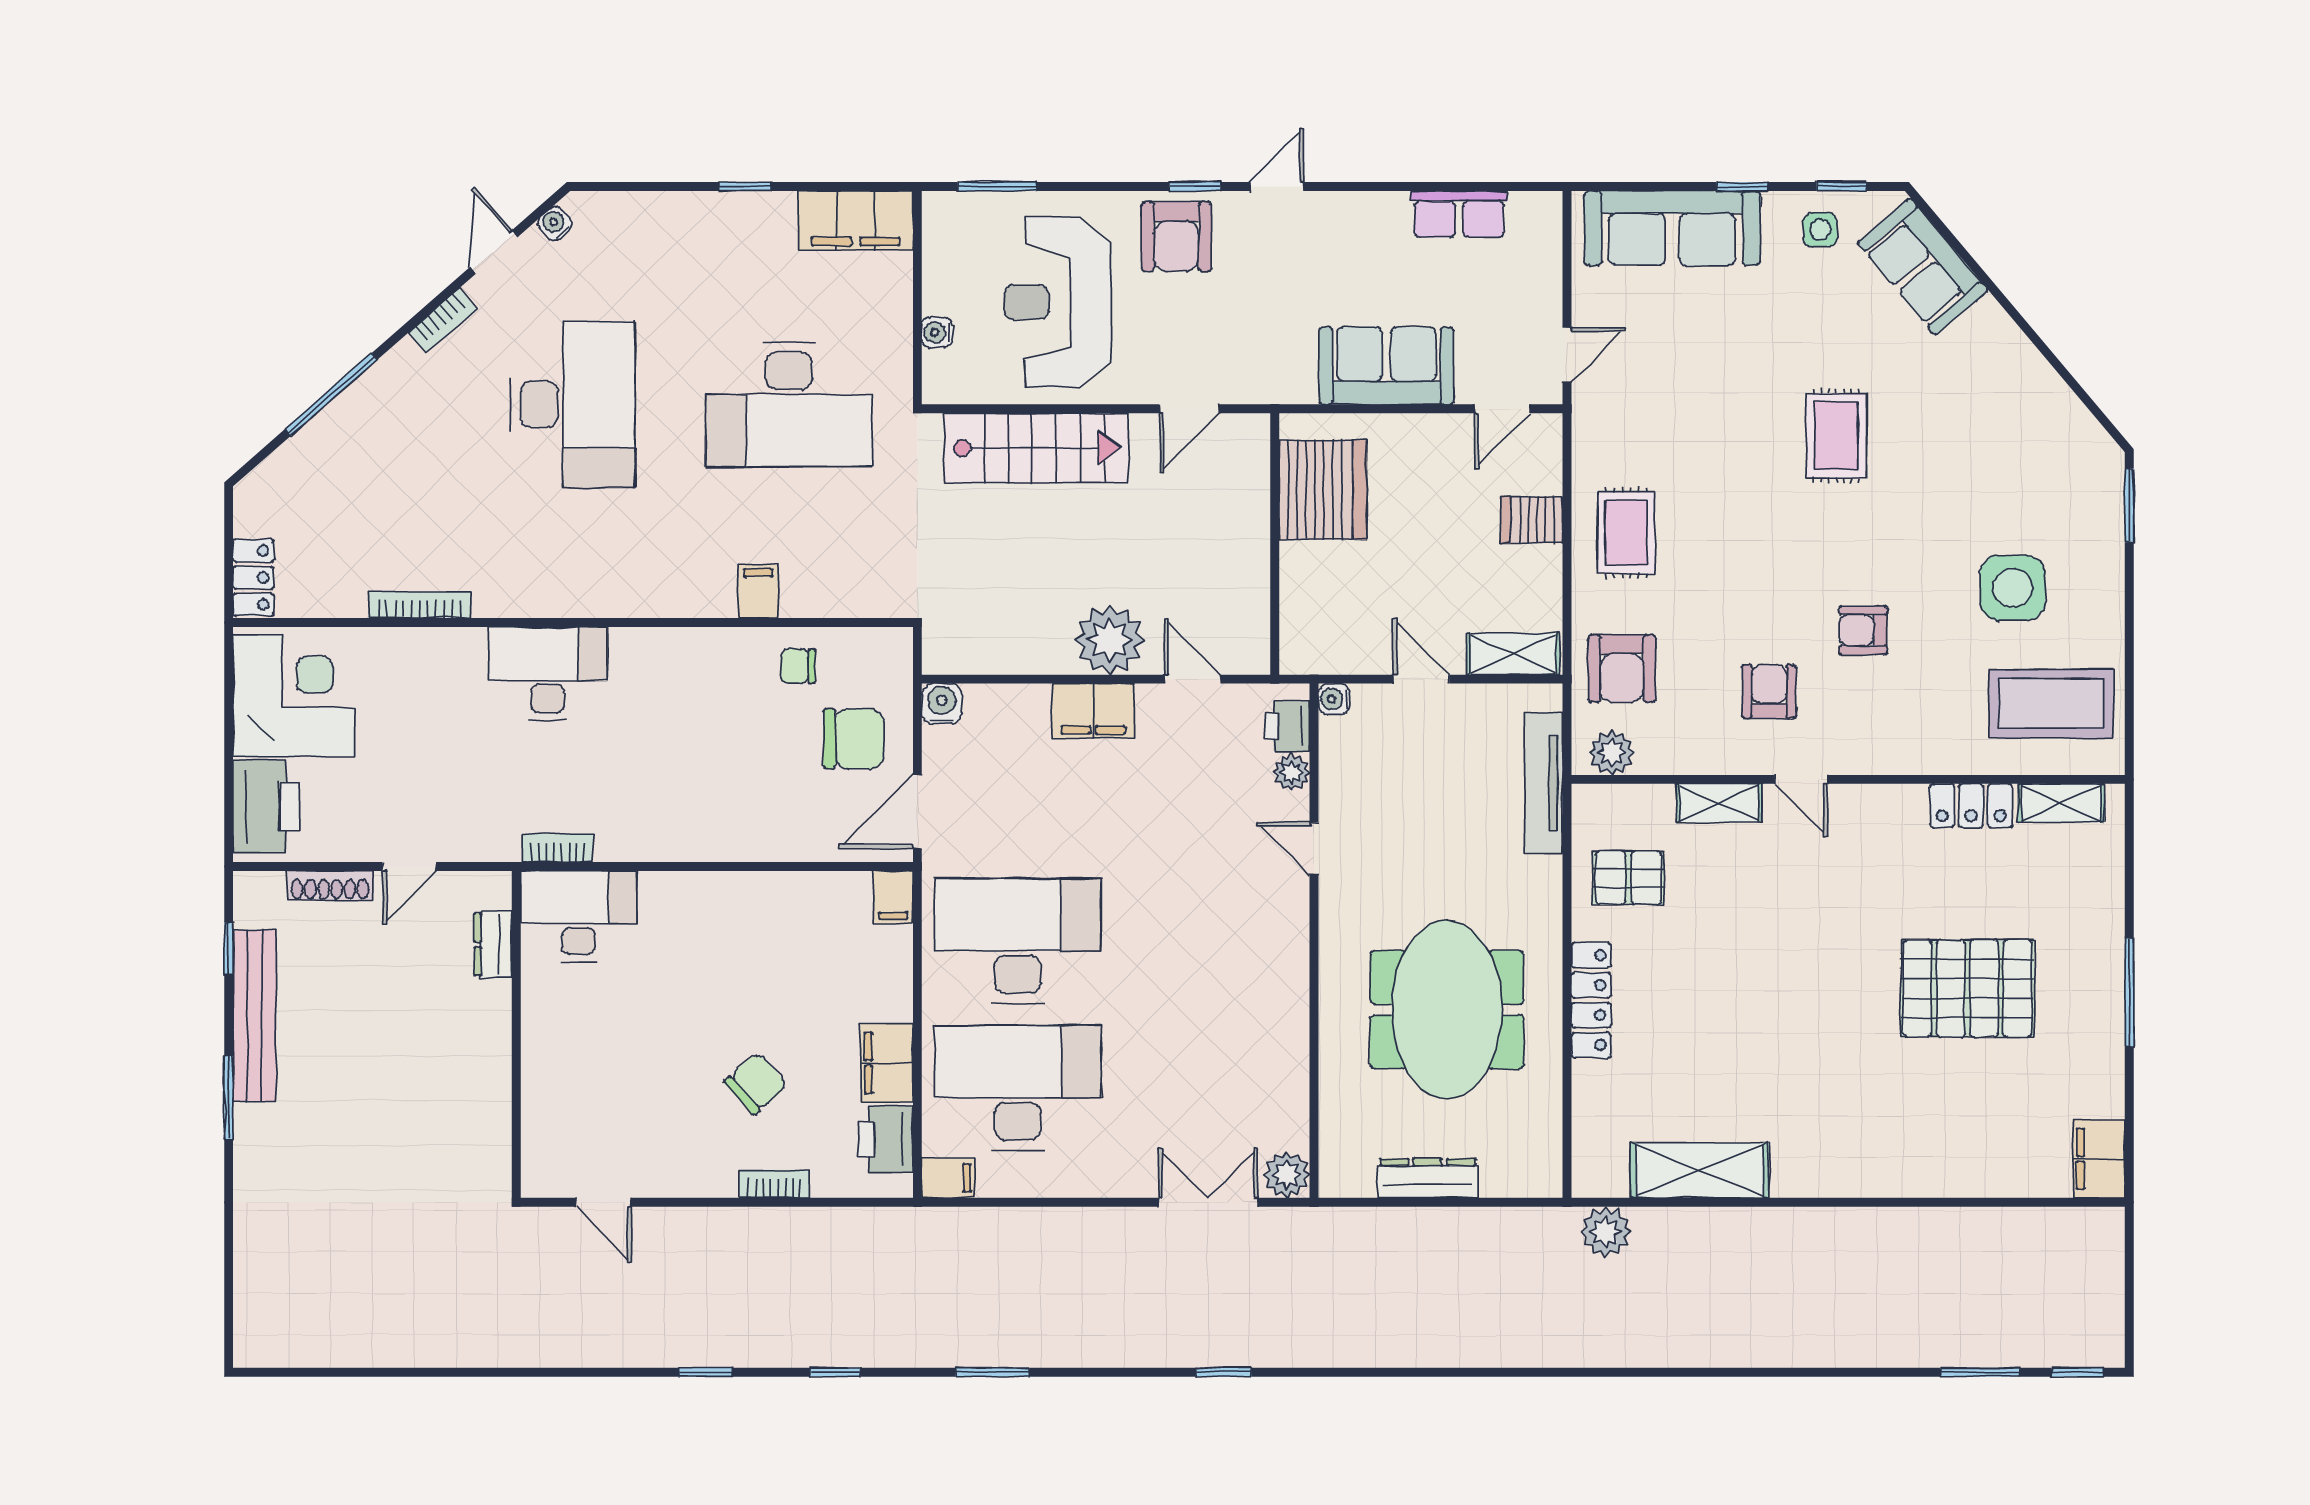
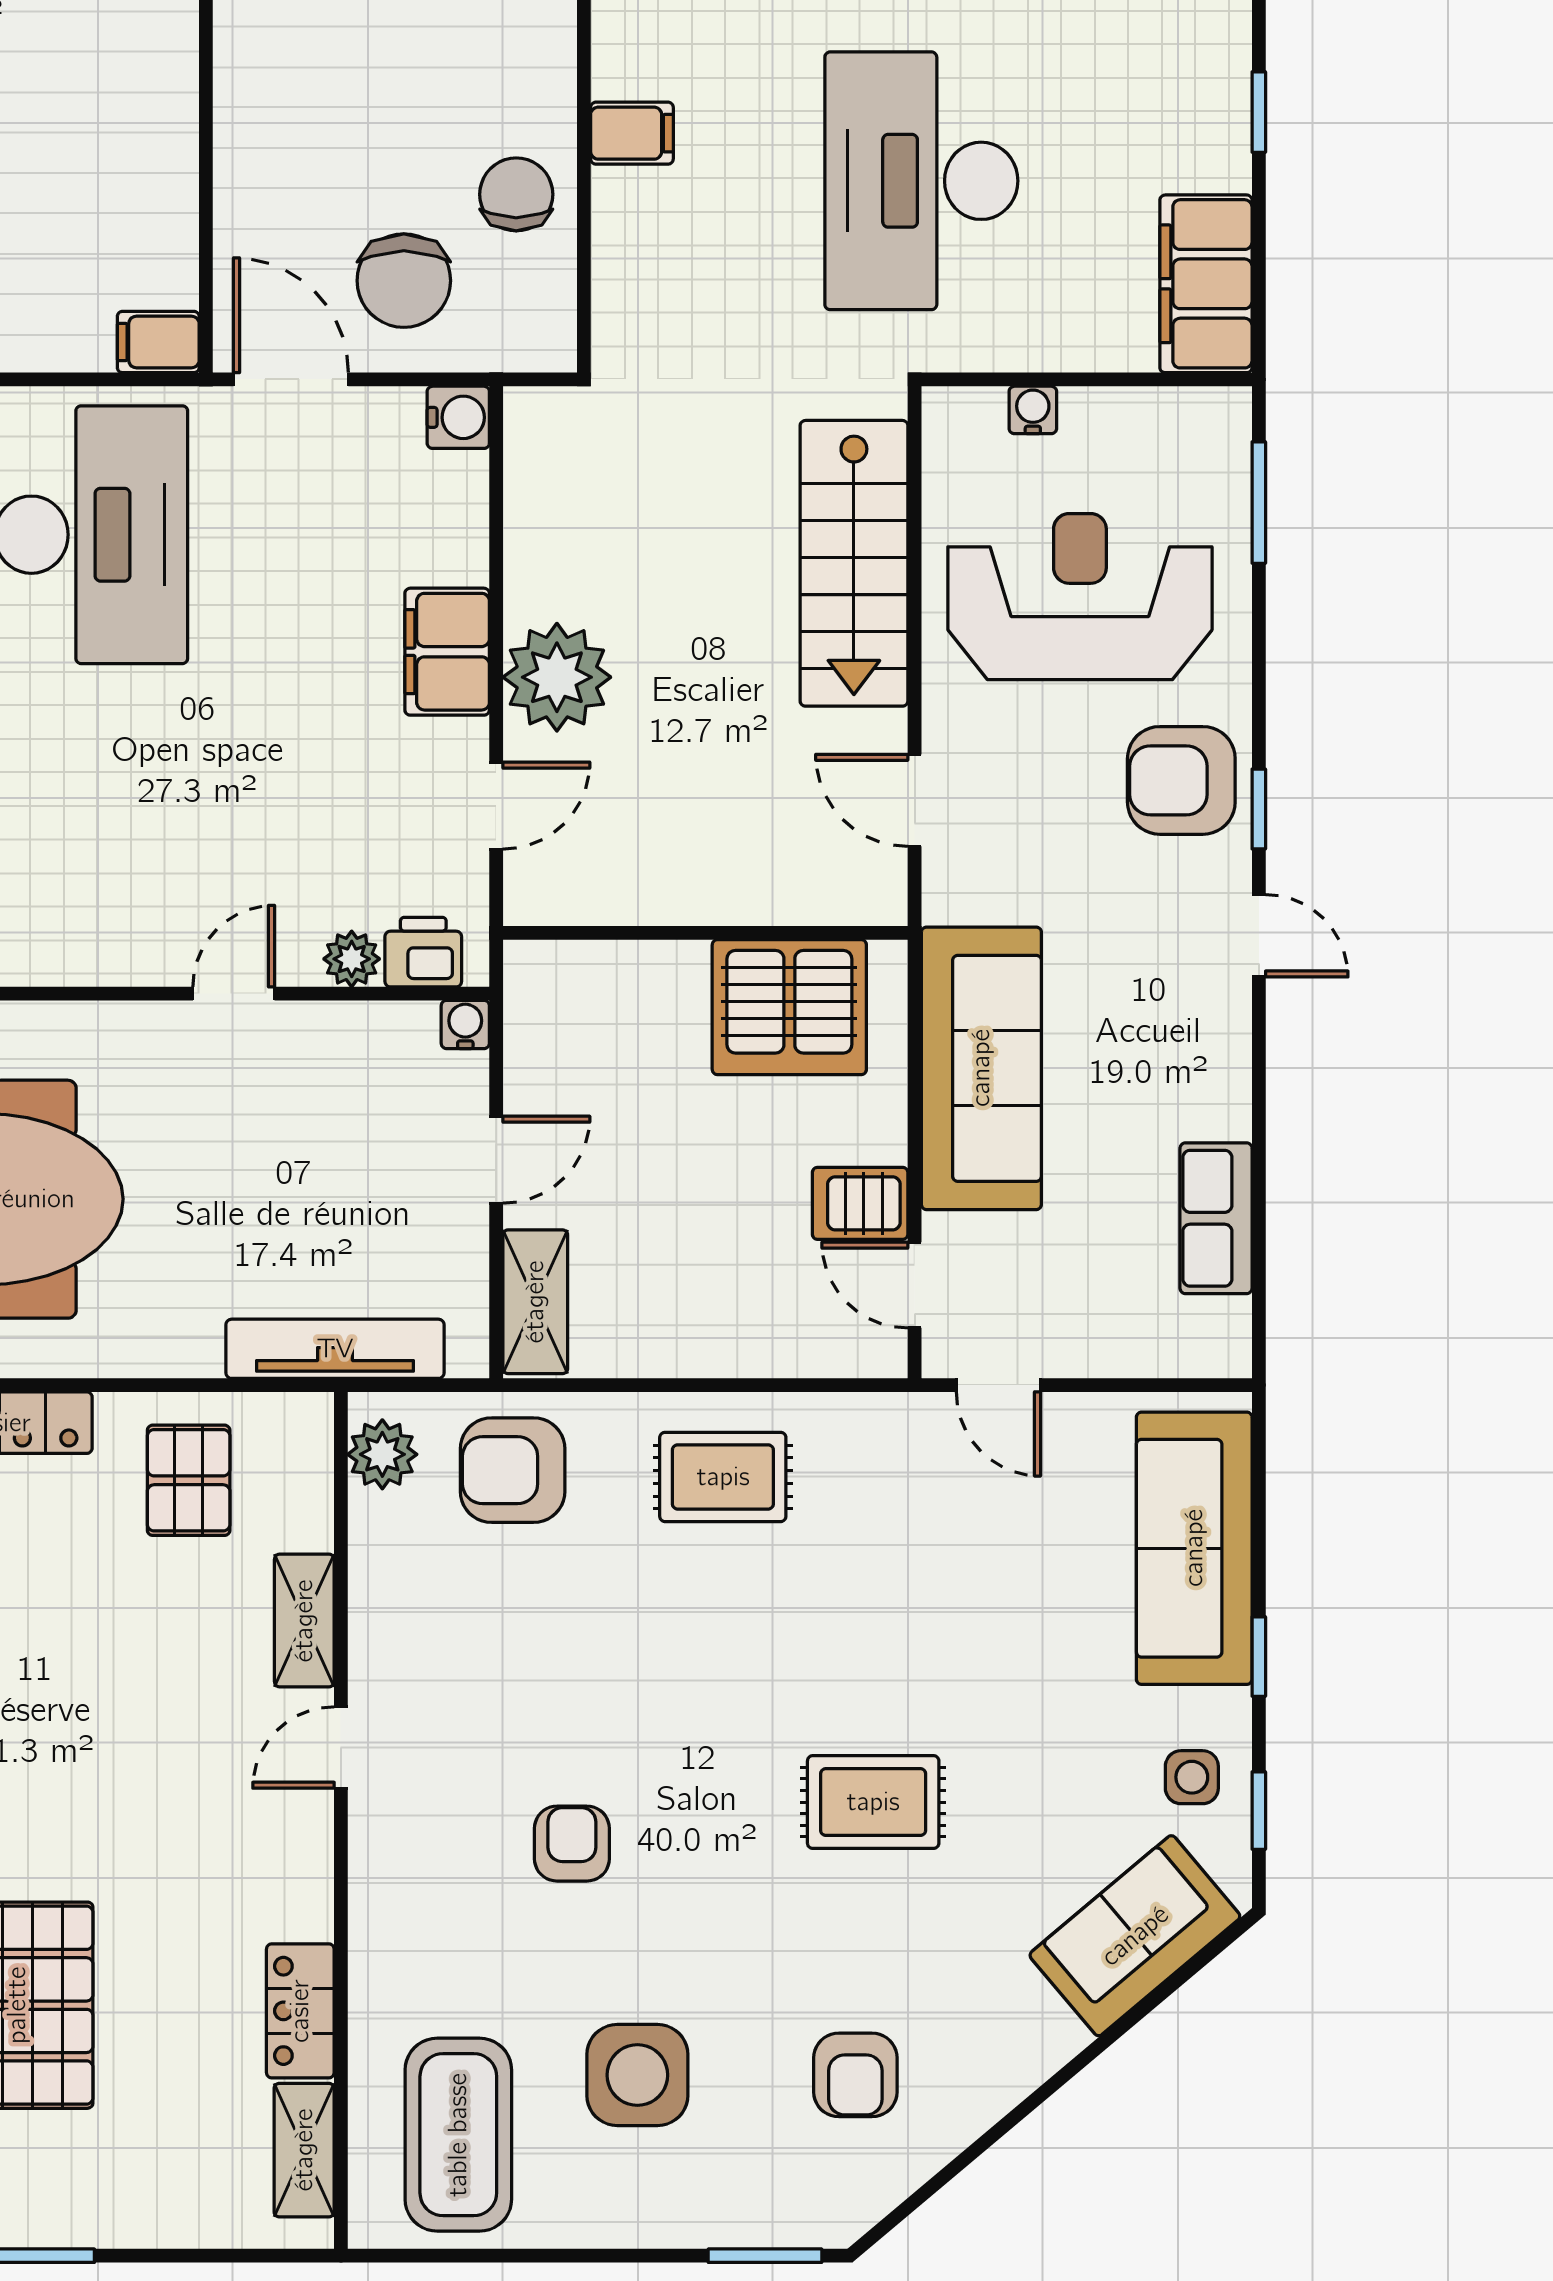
sofa: (1386, 366) -> (981, 1068), width x1.36
server rack: (1532, 520) -> (860, 1203), moved, turned -90
chair: (798, 666) -> (516, 194), width x1.37, depth x1.37
armchair: (1769, 692) -> (855, 2075), moved, turned 90

